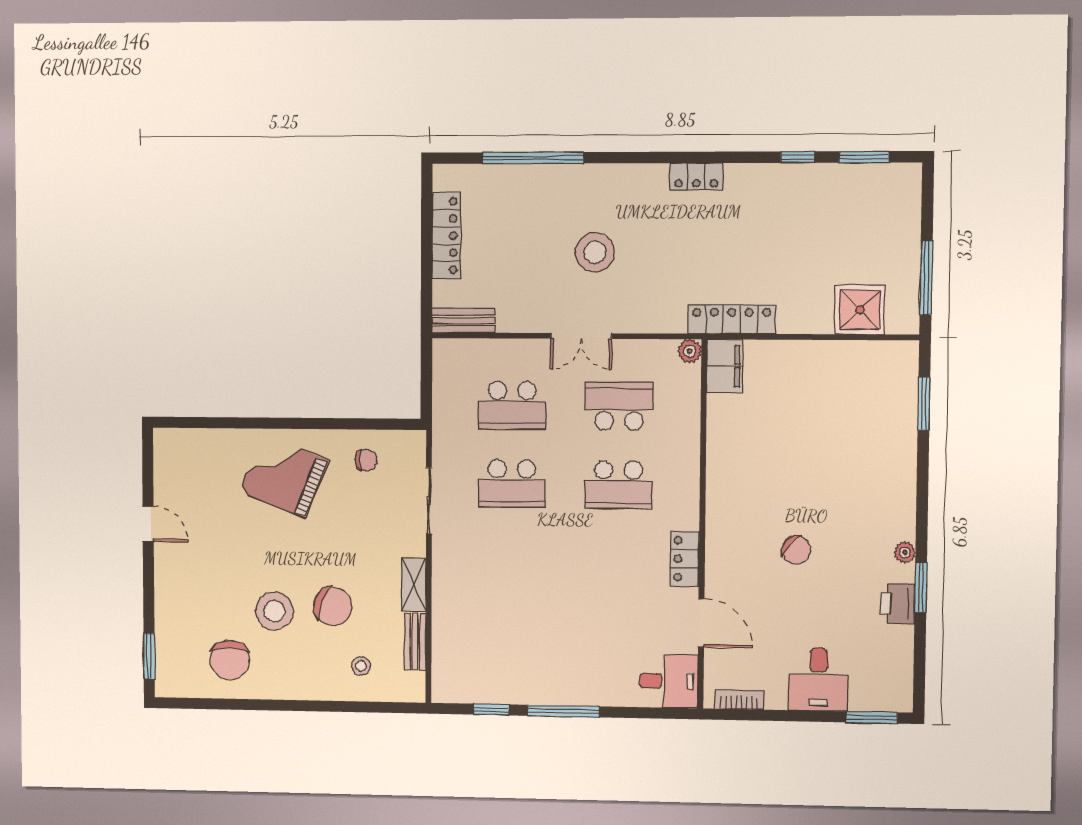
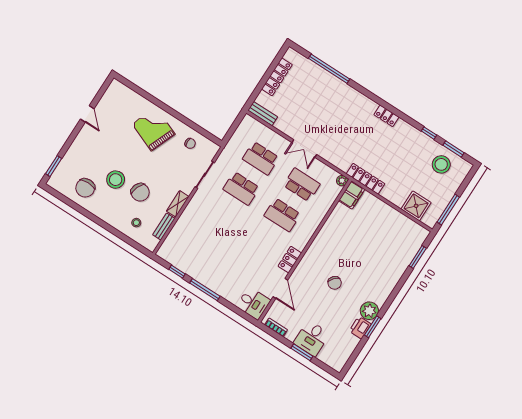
stool: (595, 252) -> (441, 164), moved
plant: (905, 552) -> (369, 311), width x1.88, depth x1.88
window: (872, 717) -> (302, 352), moved

